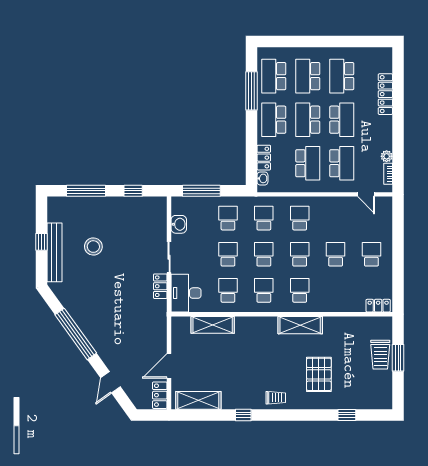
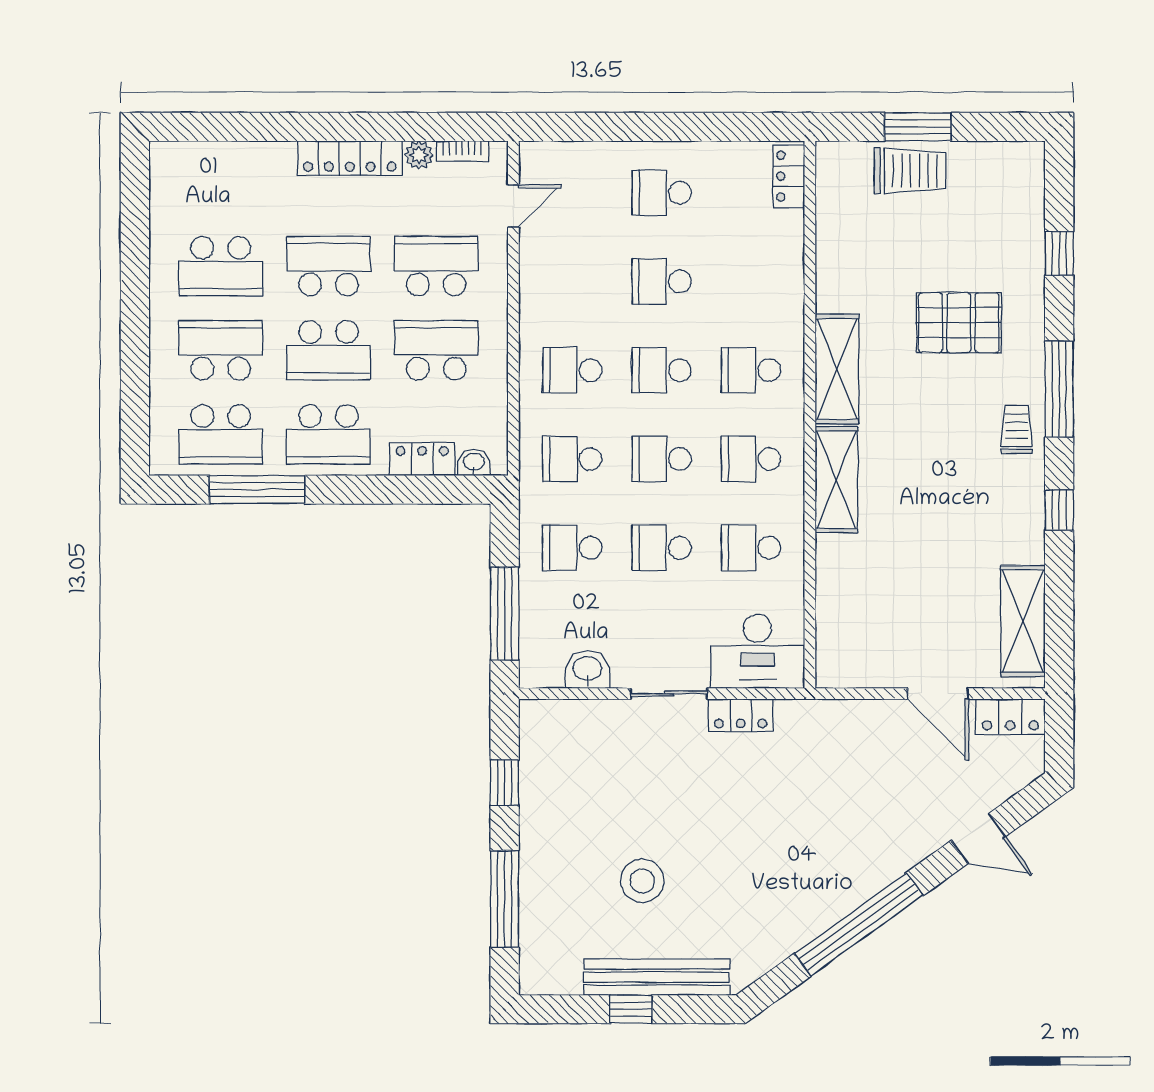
school desk: (308, 76) -> (221, 350), turned 180
locker: (385, 94) -> (350, 158), moved
shelving: (213, 325) -> (836, 480), moved
window: (292, 415) -> (1059, 389), added

